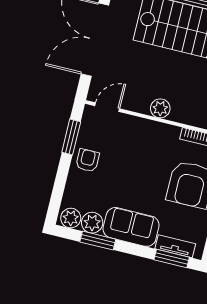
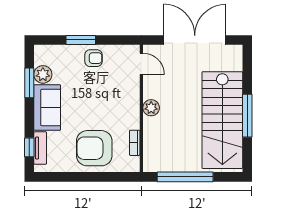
window: (71, 137) -> (81, 40), moved
plant: (71, 218) -> (42, 56), removed
window: (172, 259) -> (29, 147), width x0.67

